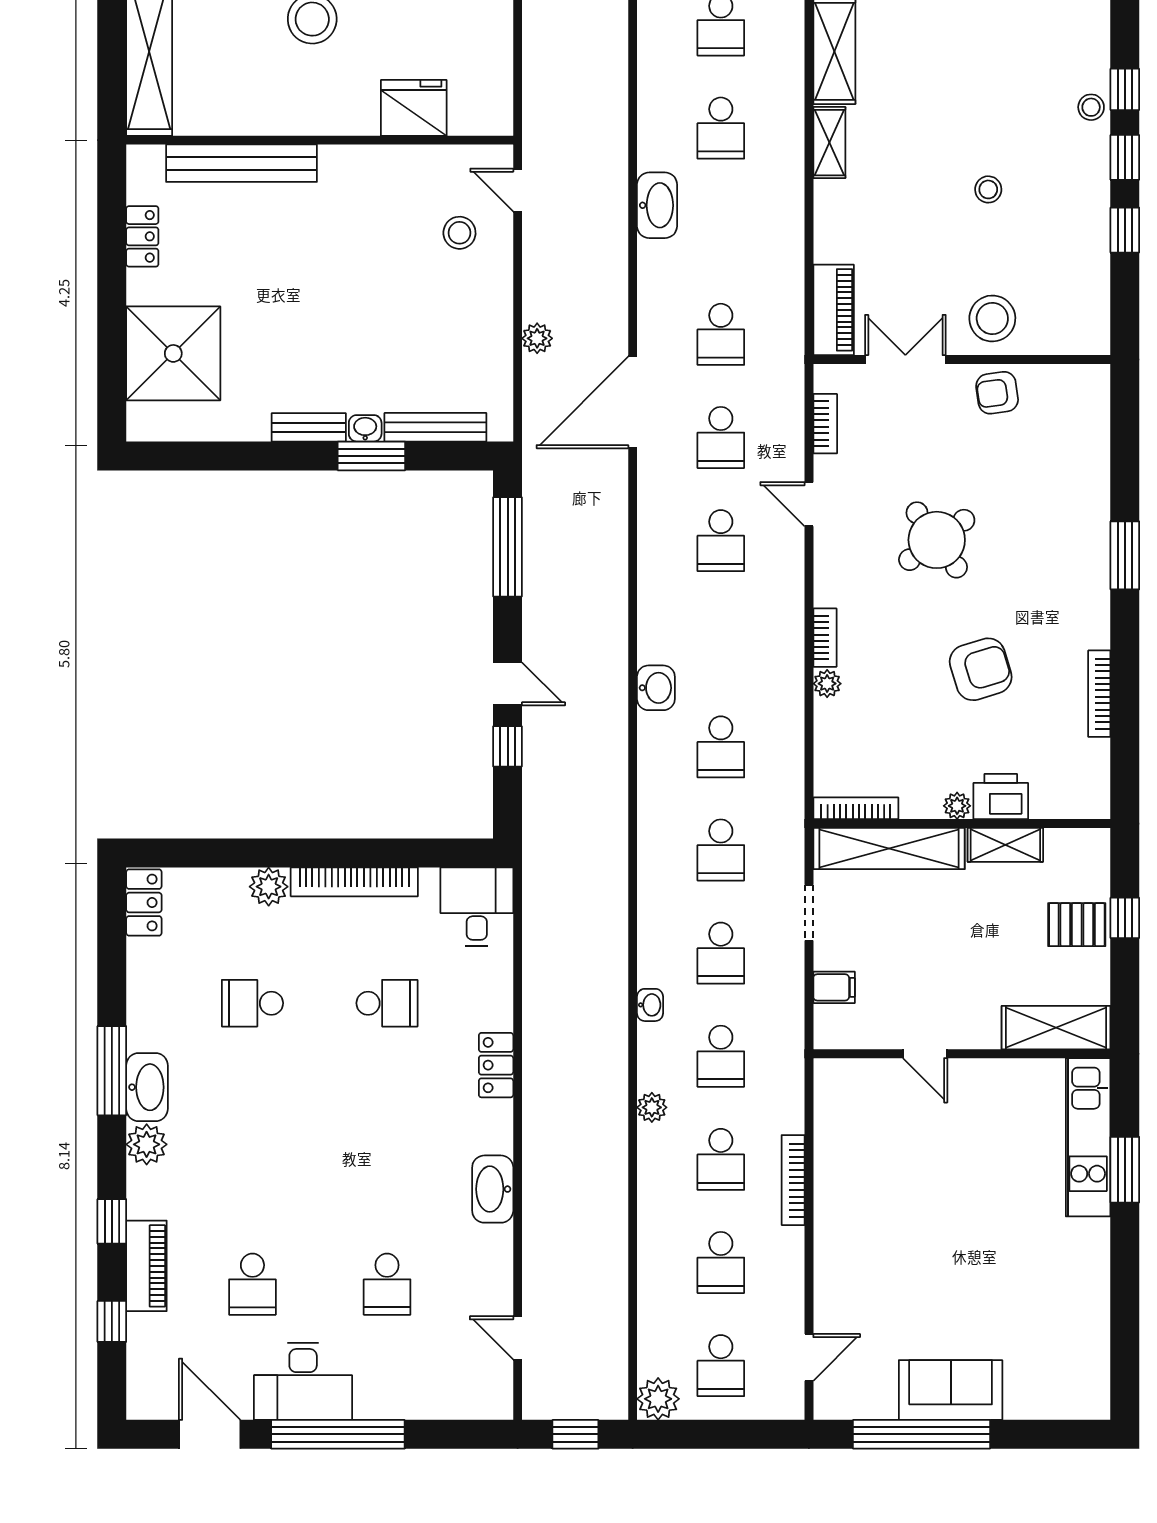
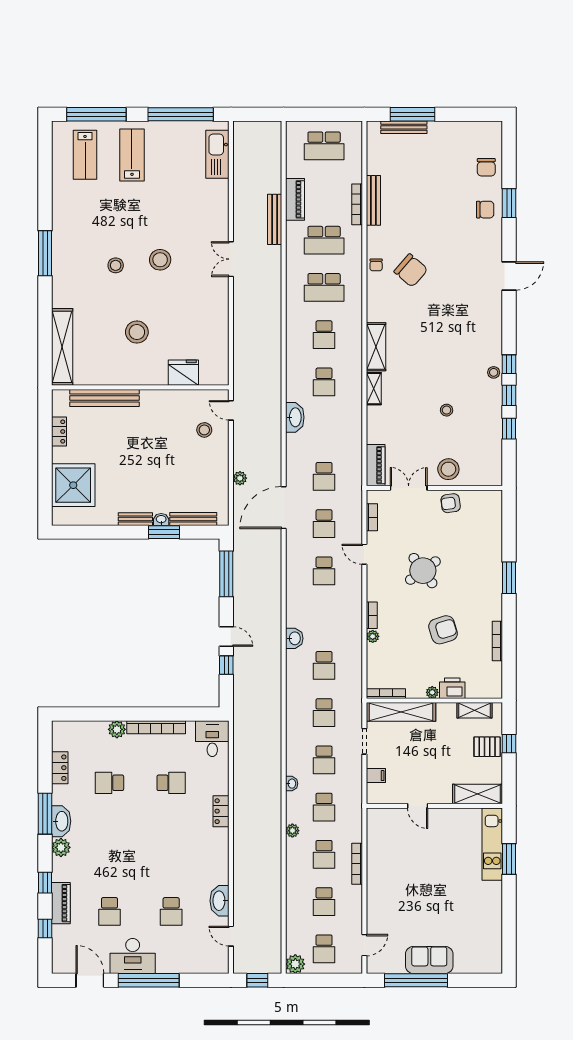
shelving: (1005, 845) -> (474, 710), moved
locker: (144, 903) -> (60, 768), moved
washbasin: (493, 1189) -> (220, 901), moved

